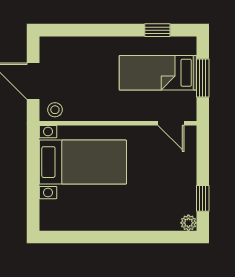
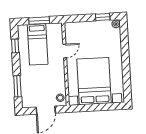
window: (81, 30) -> (17, 86), added
door: (171, 123) -> (65, 51), moved
bed with nightstands: (83, 162) -> (94, 81), width x1.36

